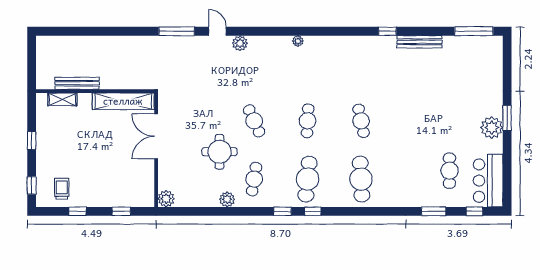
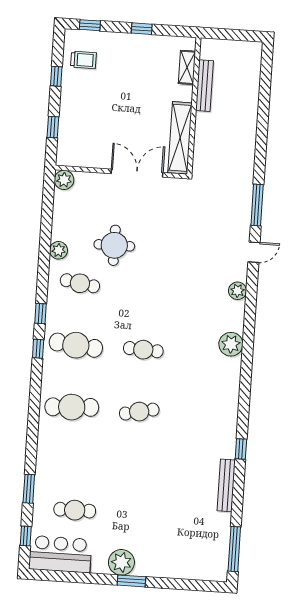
plant: (298, 41) -> (231, 344), width x1.88, depth x1.88
plant: (240, 43) -> (237, 291), moved
cafe table: (254, 121) -> (147, 288), removed

